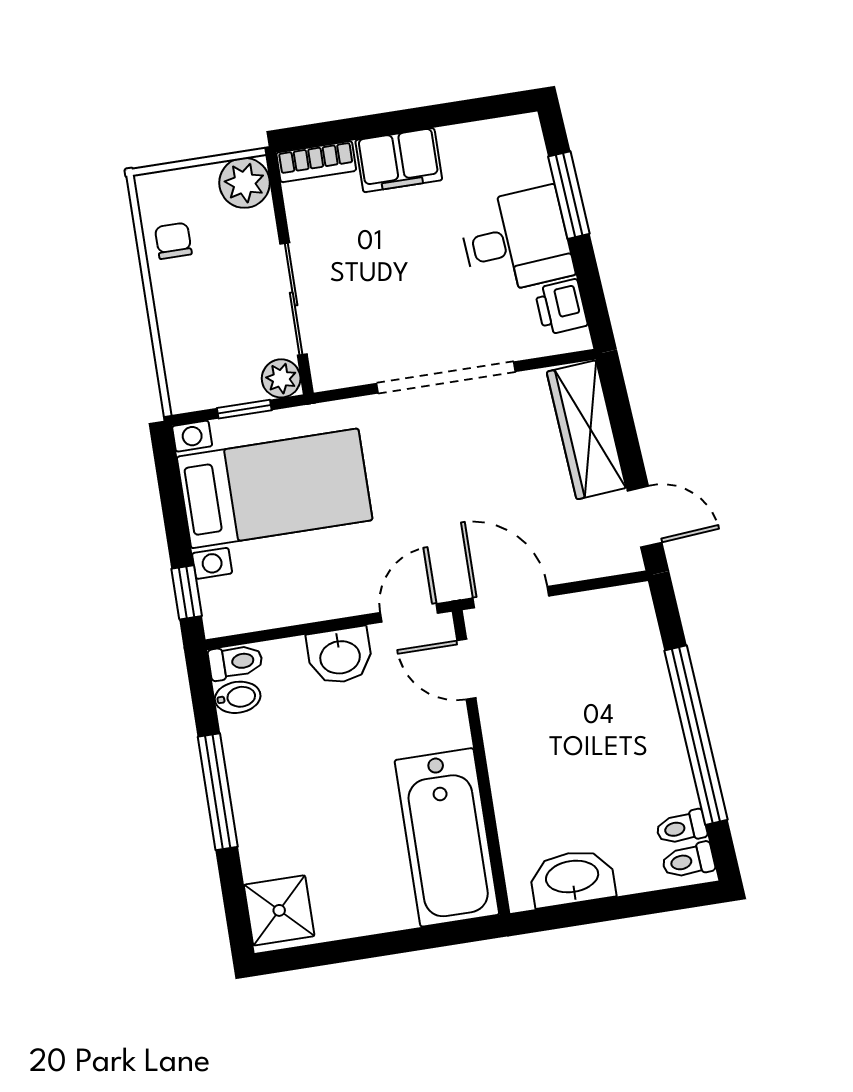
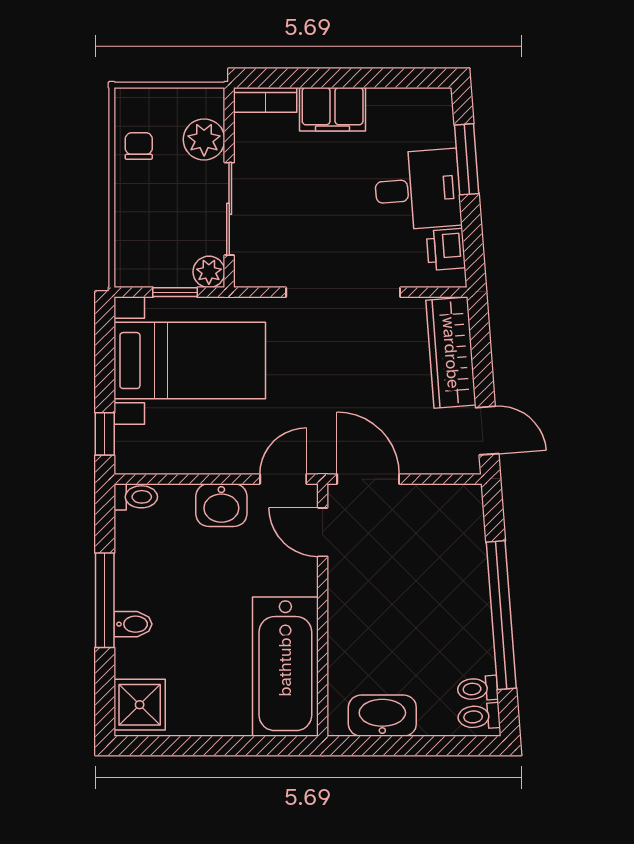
plant: (244, 183) -> (204, 139), moved
bidet: (238, 697) -> (133, 624), moved

